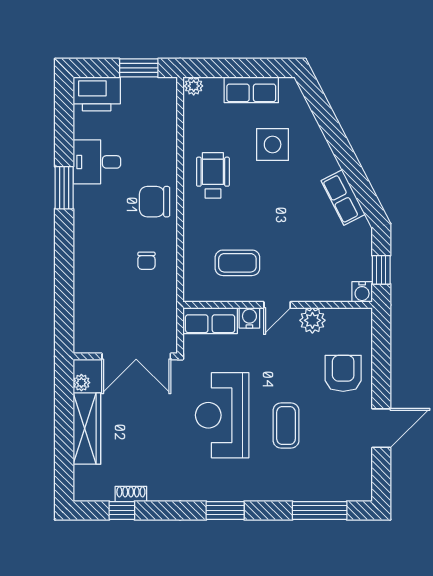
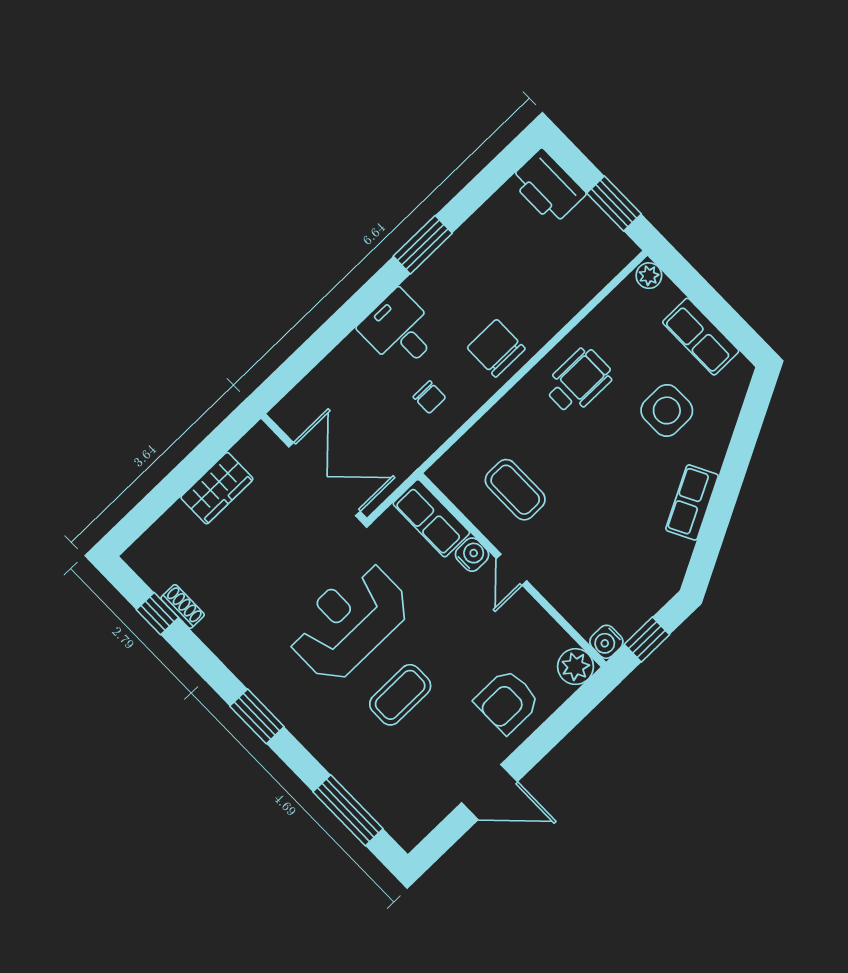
desk: (97, 162) -> (400, 330), moved
row of seats: (343, 198) -> (692, 502), moved
chair: (146, 261) -> (429, 397), turned -90
door: (277, 305) -> (512, 570), hinge flipped
plant: (312, 320) -> (576, 667), moved
double door: (136, 356) -> (324, 479), swing flipped
armchair: (343, 373) -> (507, 701), turned 180
plant: (81, 383) -> (246, 450), removed
wardrobe: (87, 429) -> (217, 488), width x0.67

